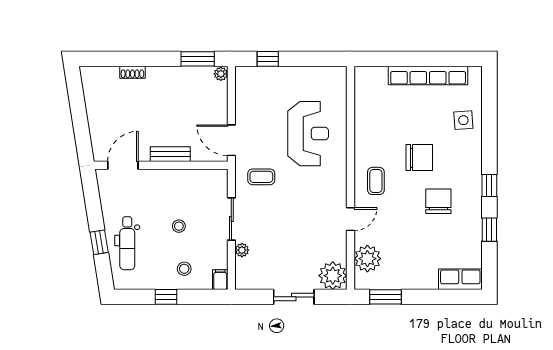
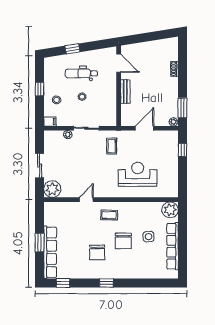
side table: (463, 120) -> (149, 237), moved
reception desk: (308, 134) -> (138, 174), turned 180
door: (231, 140) -> (145, 128), moved
chair: (438, 201) -> (97, 252), turned 90
door: (350, 219) -> (86, 200), swing flipped
window: (489, 230) -> (63, 283), moved
dental chair: (127, 243) -> (81, 73), moved
plant: (367, 259) -> (170, 210), moved
row of seats: (460, 279) -> (50, 252), width x2.02
window: (385, 297) -> (40, 243), moved

